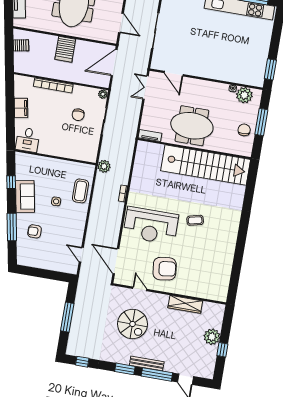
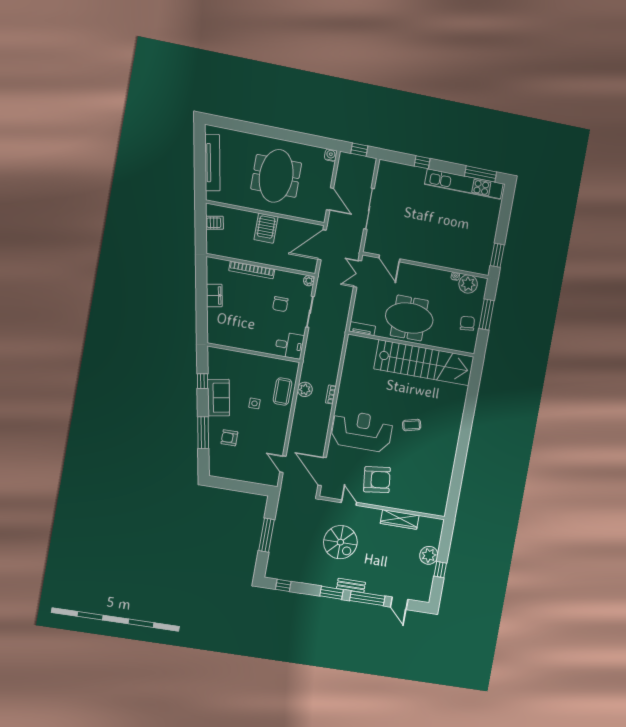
desk: (28, 140) -> (289, 345), moved, turned -90
plant: (104, 166) -> (305, 389), moved
reception desk: (151, 226) -> (362, 431), turned 180
bench: (147, 363) -> (351, 585), width x0.73

